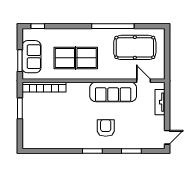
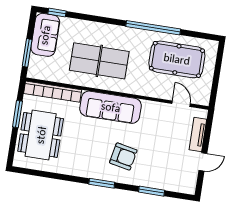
sofa: (31, 57) -> (45, 35), moved
sofa: (113, 92) -> (111, 107), moved
dining table: (40, 122) -> (41, 135), added
armchair: (106, 128) -> (123, 156), turned 101
door: (167, 137) -> (203, 162), moved

